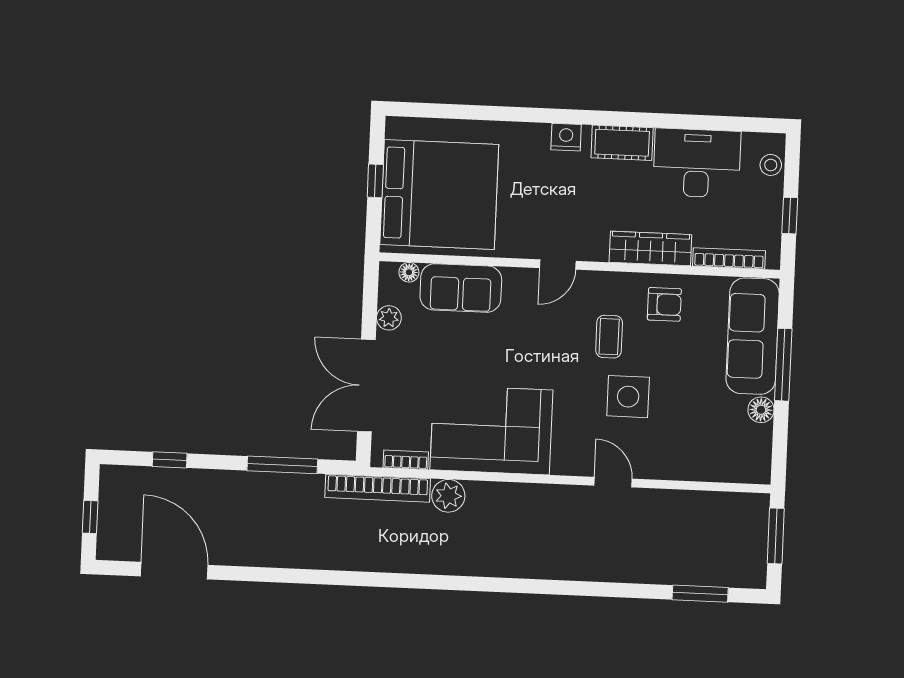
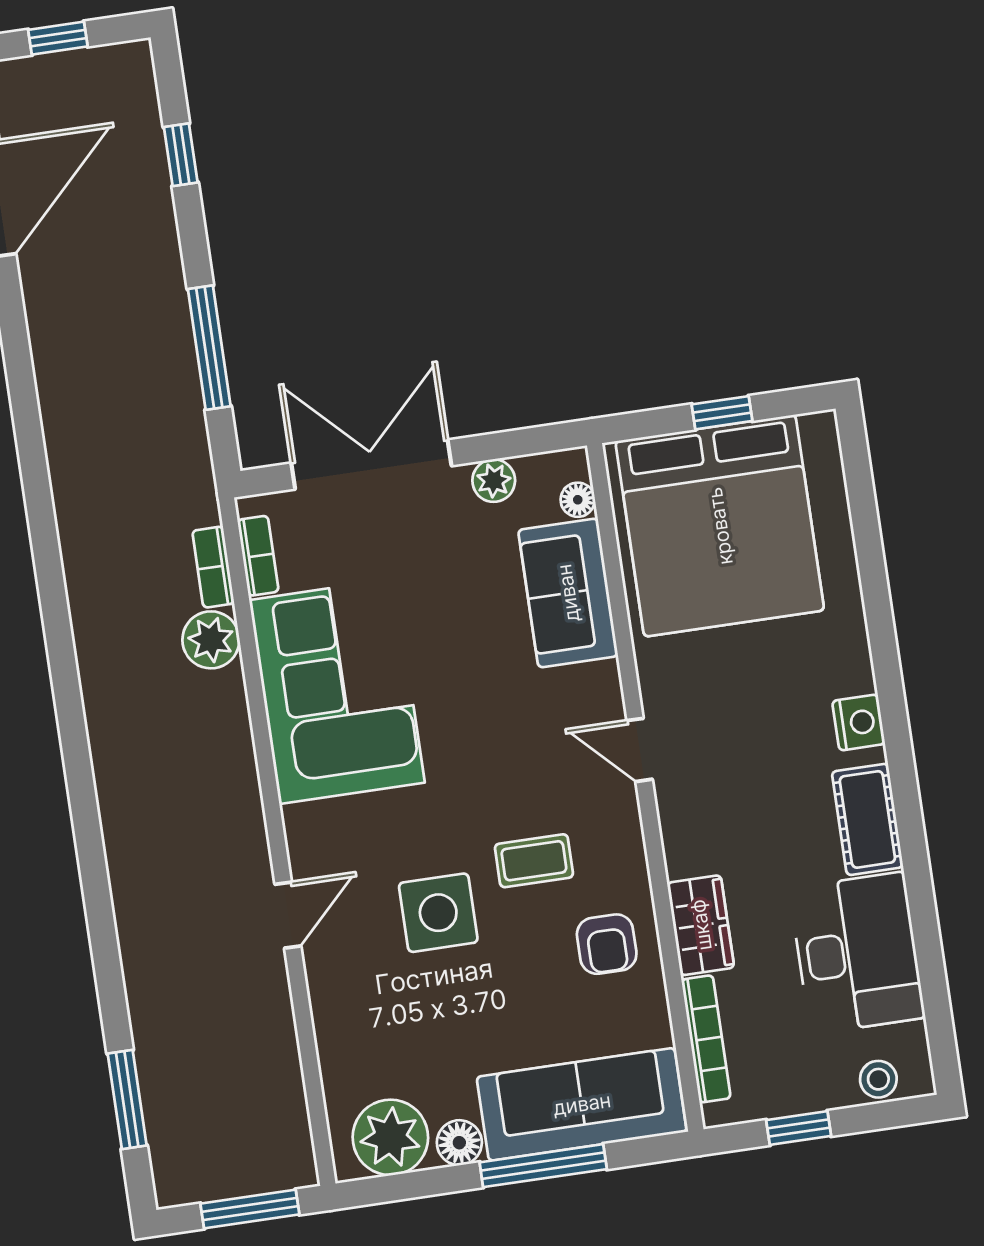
wardrobe: (650, 248) -> (701, 925), width x0.67
plant: (750, 448) -> (390, 1137), added
bookcase: (378, 488) -> (213, 567), width x0.43, depth x0.76

